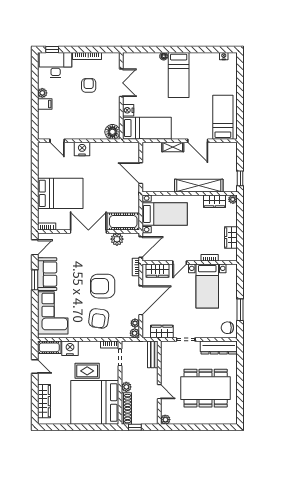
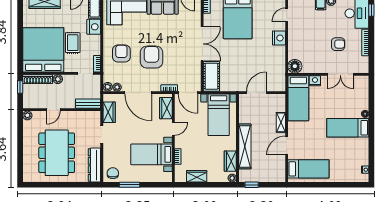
plant: (117, 239) -> (195, 70), removed
door: (180, 263) -> (173, 129), swing flipped
armchair: (99, 318) -> (121, 54), turned 82

